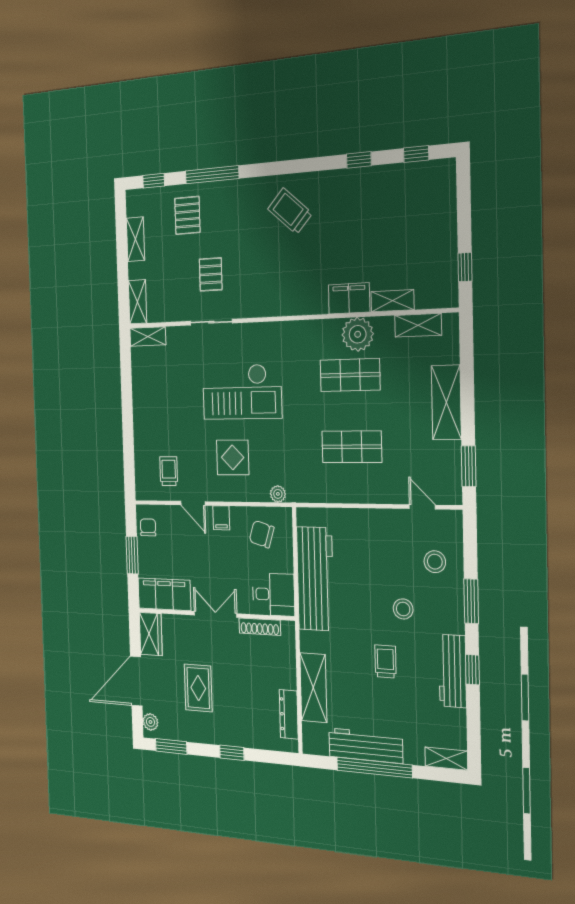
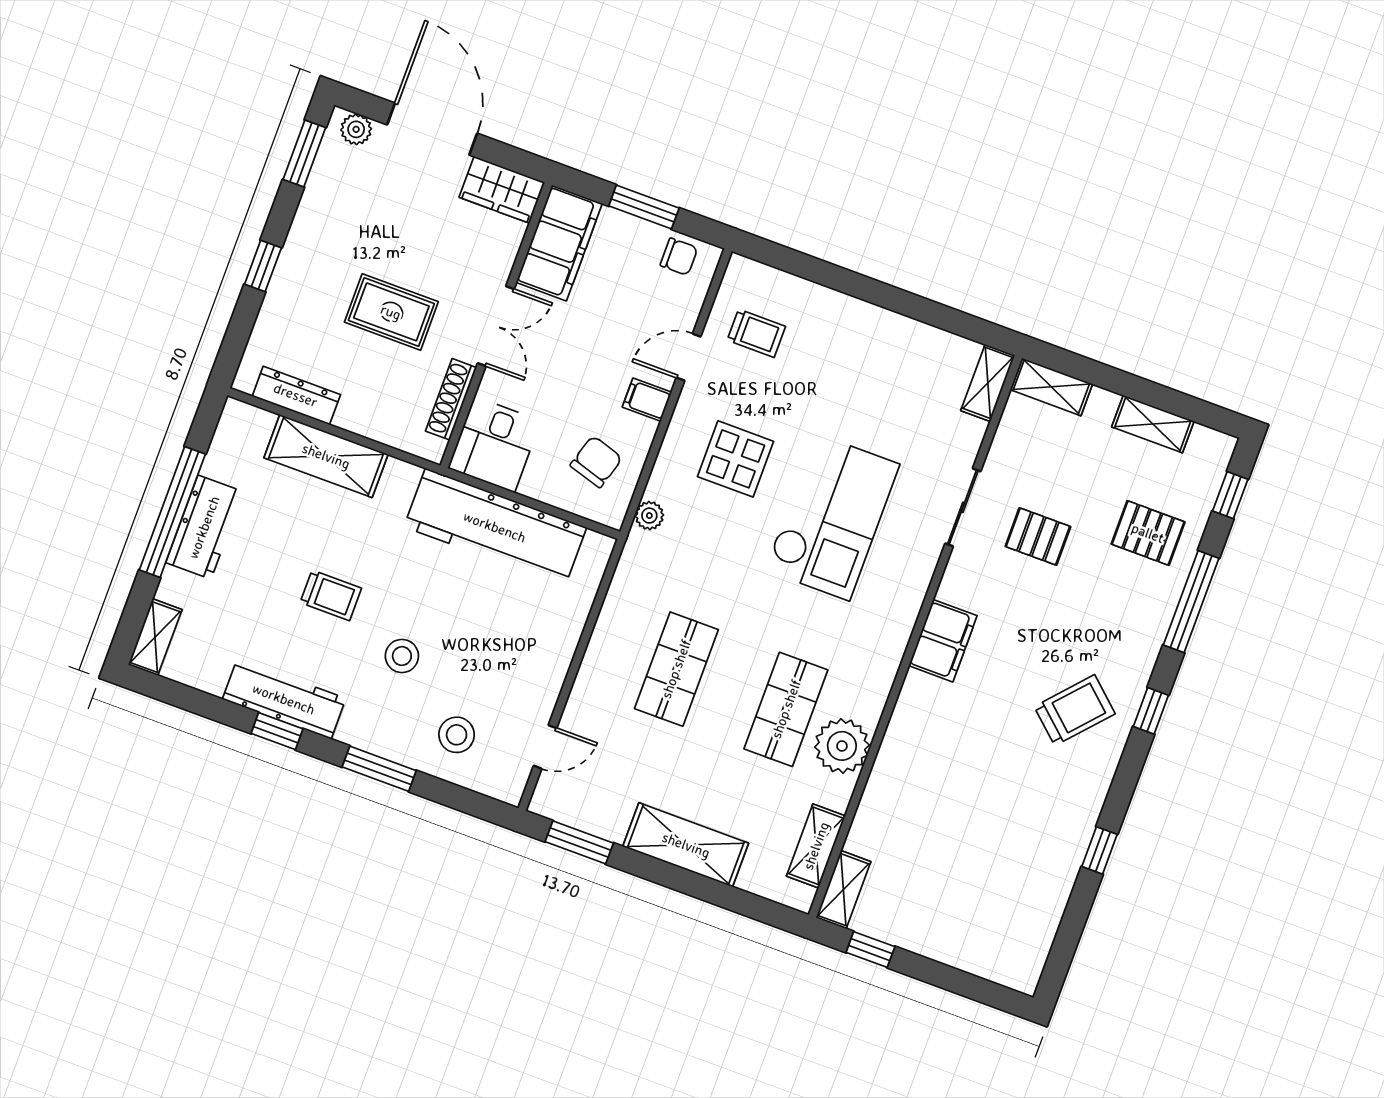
window: (416, 154) -> (1151, 711), moved
filing cabinet: (349, 298) -> (943, 641), moved
shelving: (392, 301) -> (843, 890), moved
checkout: (242, 392) -> (832, 517), turned 180
rug: (198, 688) -> (391, 312), moved
workbench: (366, 746) -> (204, 527), width x0.73

